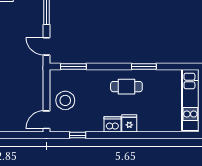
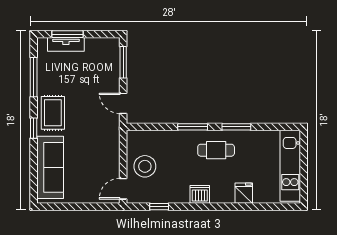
window: (73, 67) -> (193, 127), moved
fridge: (129, 123) -> (244, 193), moved

